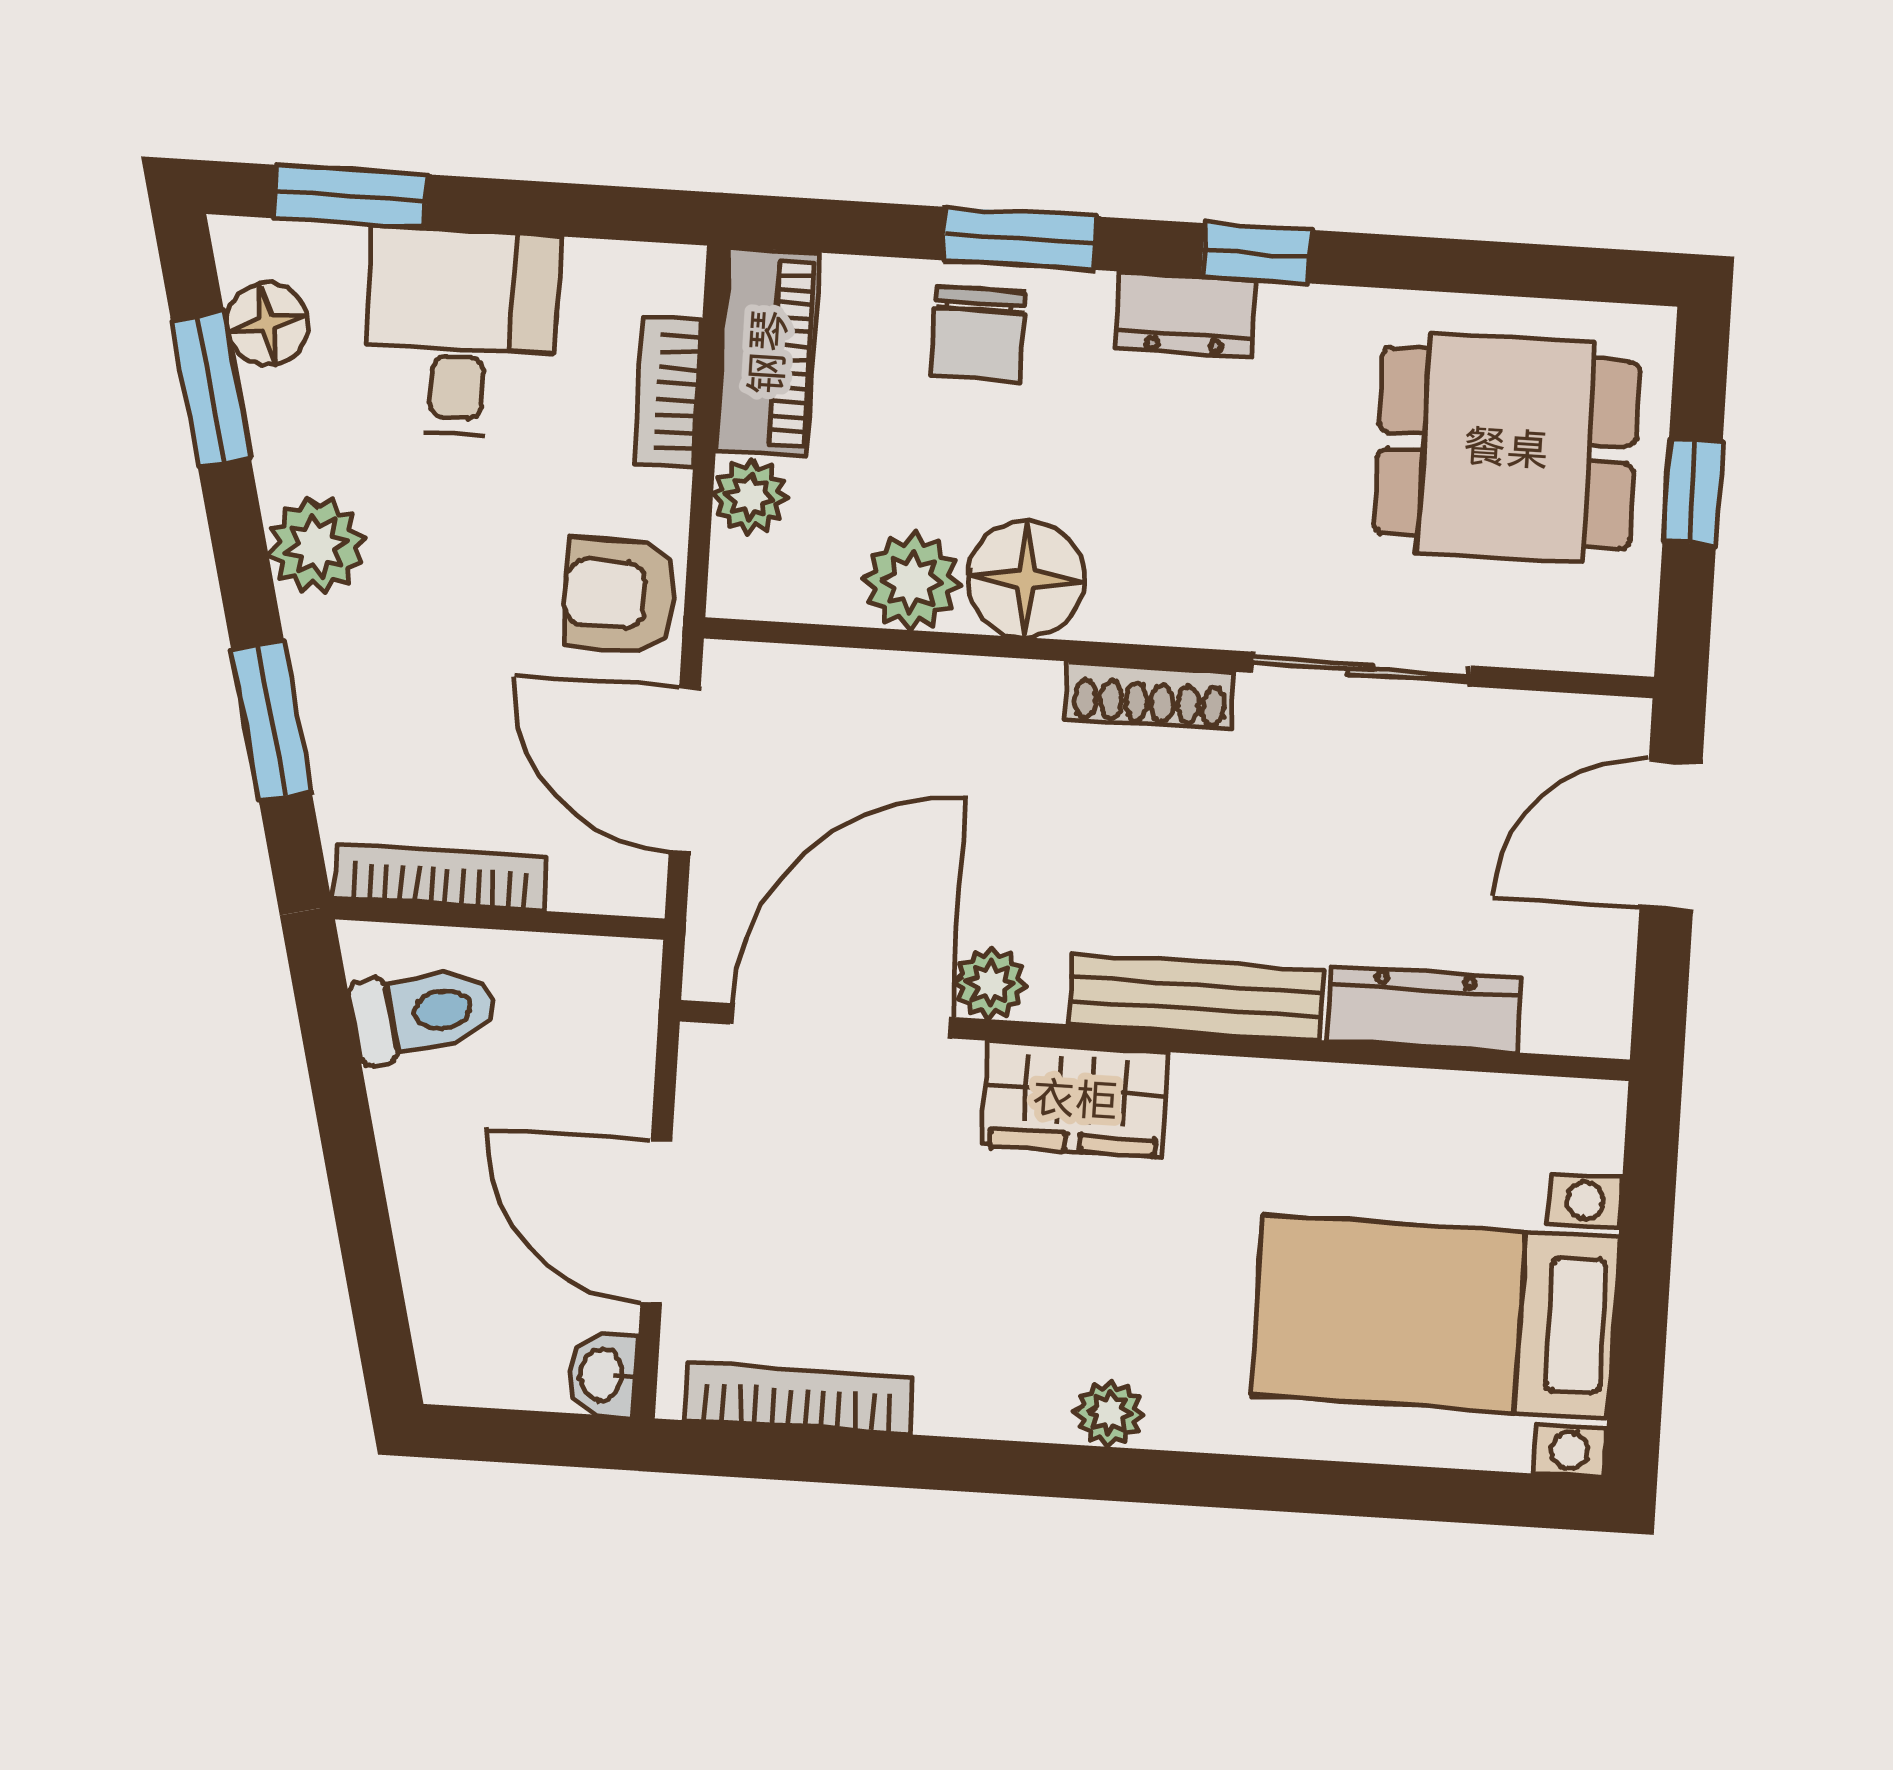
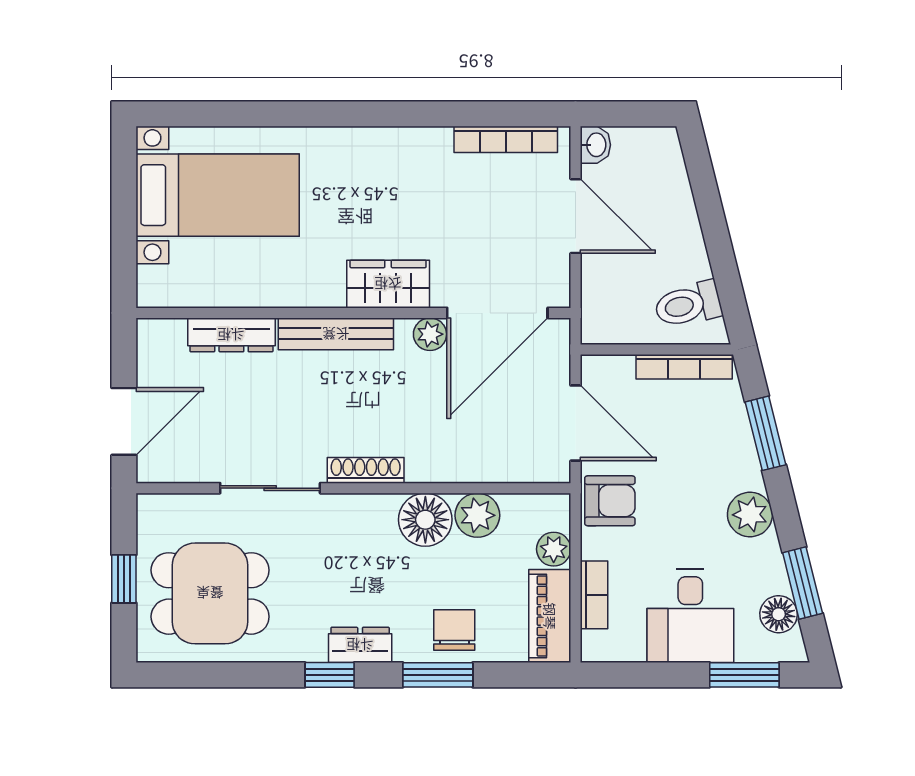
plant: (1109, 1413) -> (363, 142), removed

